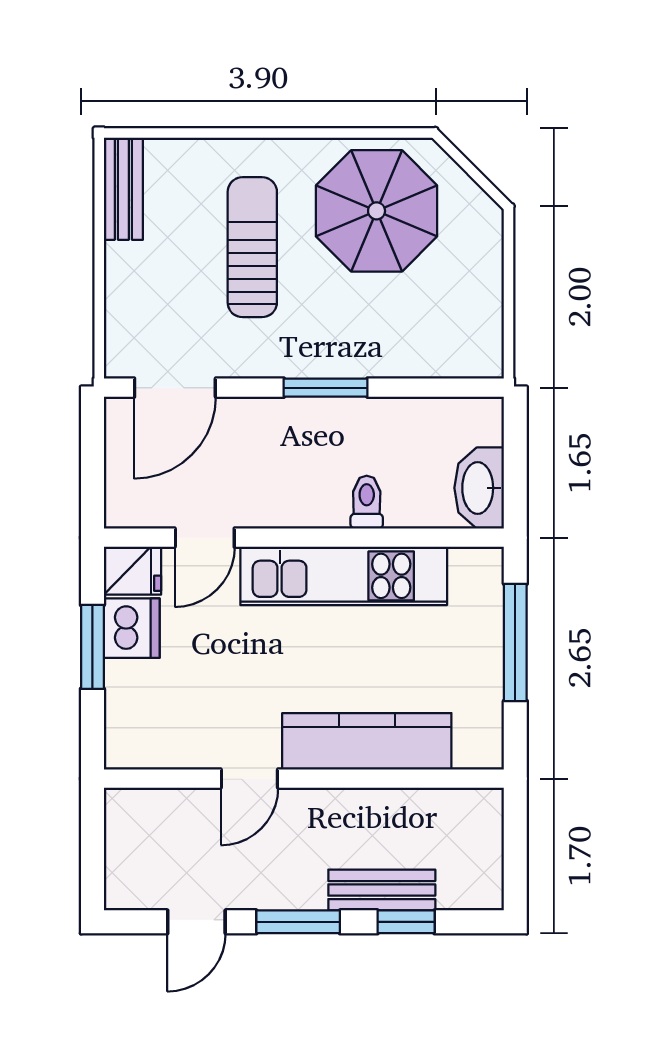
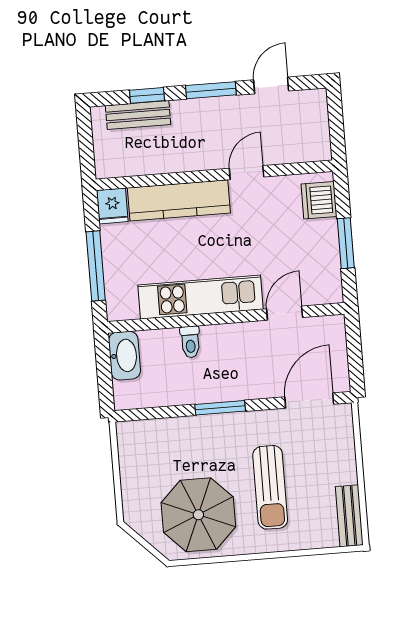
fridge: (132, 571) -> (112, 206), moved, turned -90
dishwasher: (132, 628) -> (319, 200), moved
bench: (382, 890) -> (138, 115), moved

